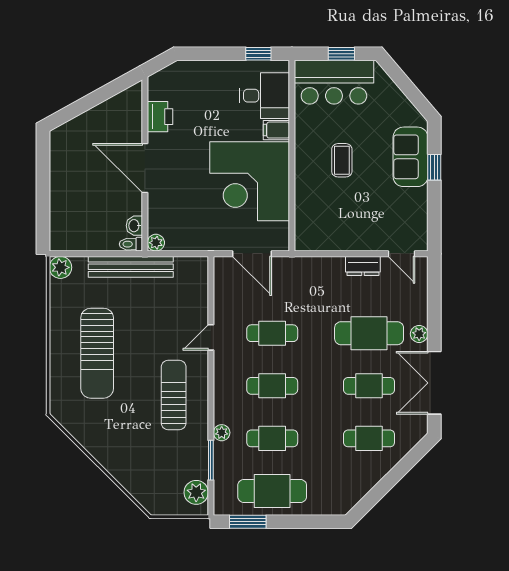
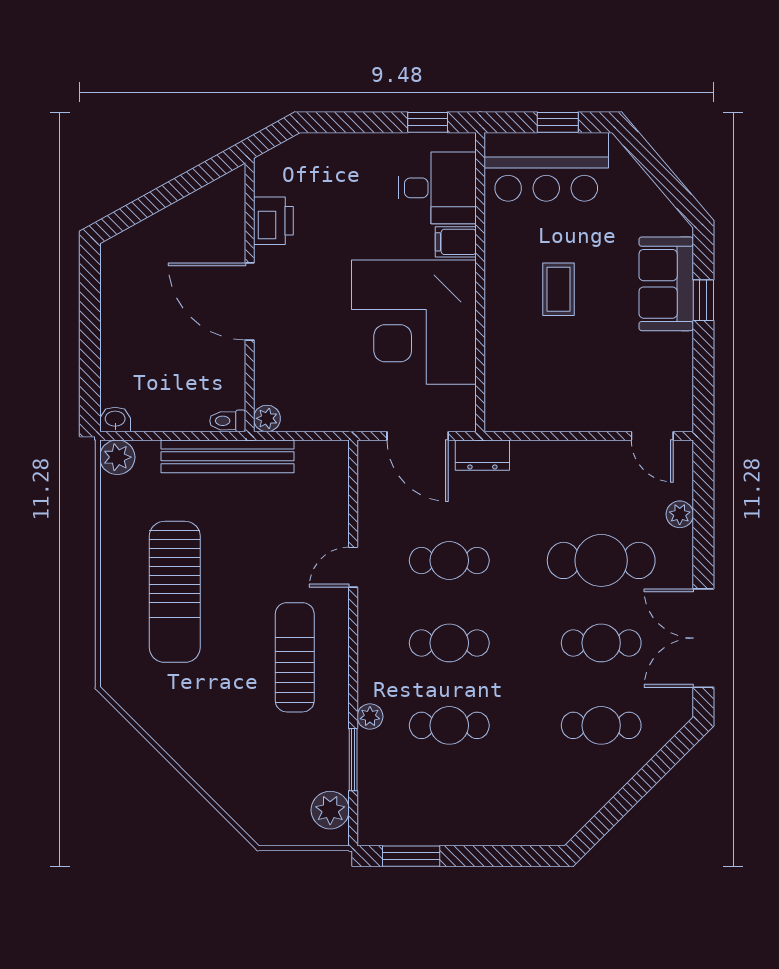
washbasin: (134, 226) -> (115, 419), moved, turned 90
dresser: (363, 266) -> (482, 455), moved
plant: (419, 334) -> (680, 514), moved
cafe table: (272, 491) -> (449, 808), removed

